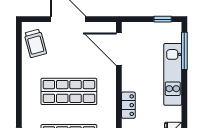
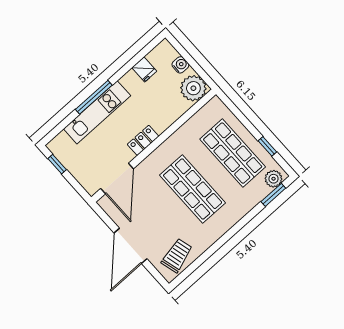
window: (184, 51) -> (94, 97), moved
locker: (128, 105) -> (143, 140), moved

